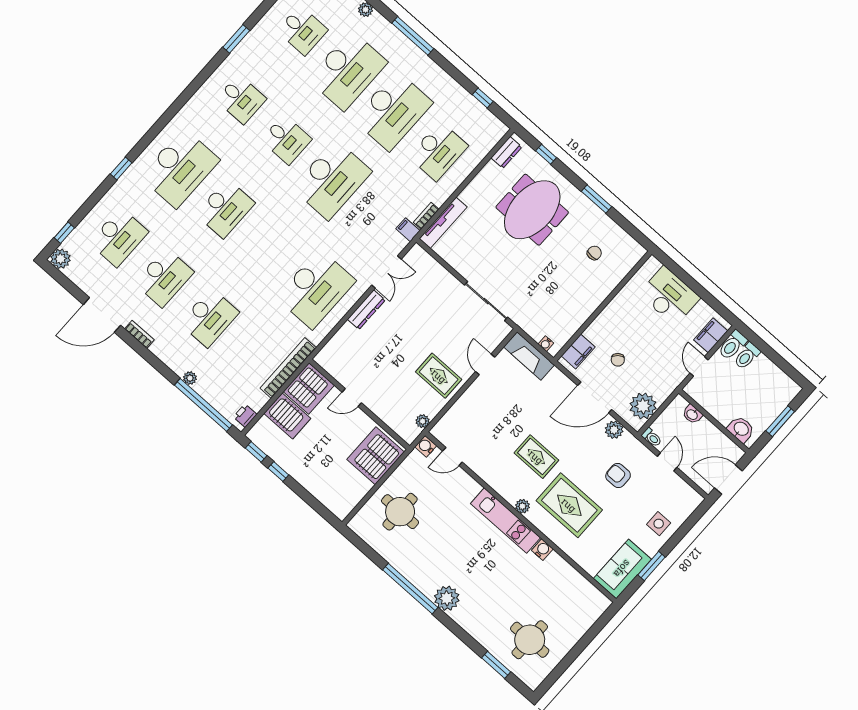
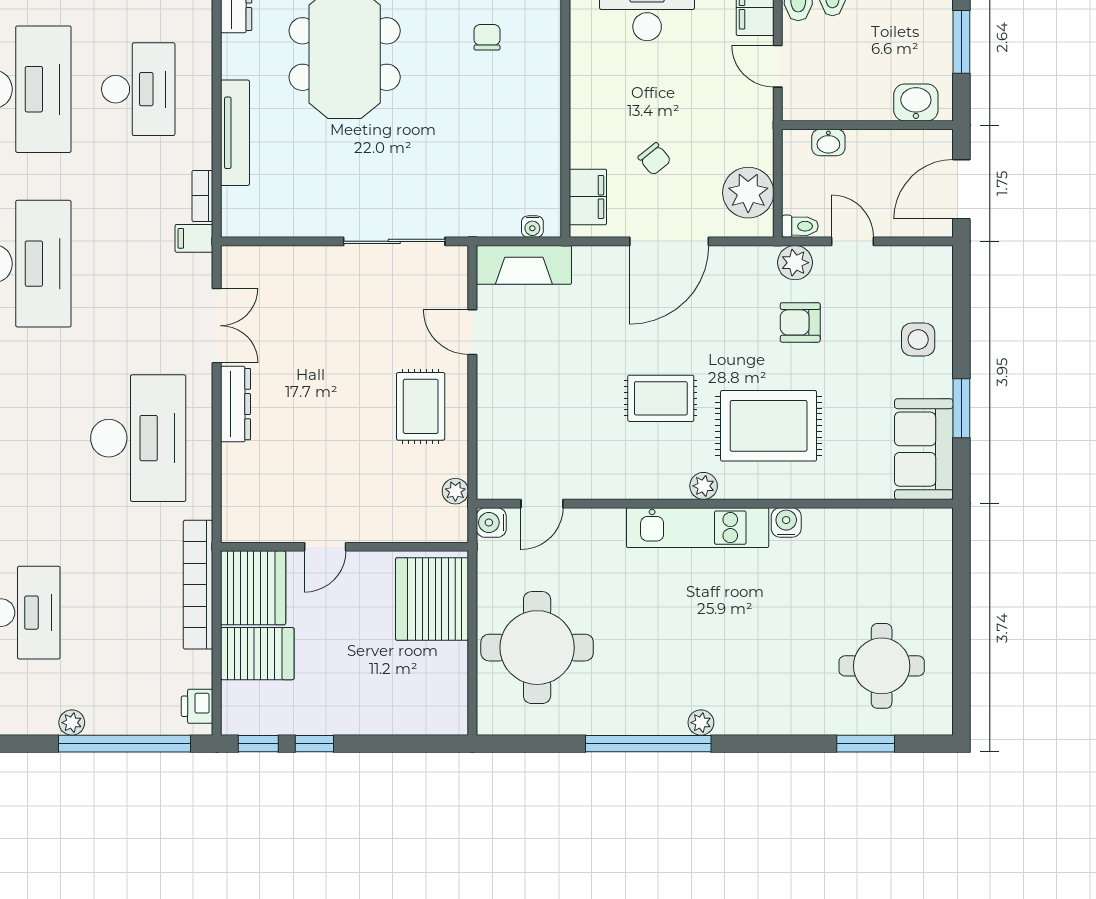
tv unit: (443, 223) -> (235, 133), moved
rug: (439, 376) -> (421, 406), turned 90
plant: (614, 430) -> (795, 263), moved
round table: (400, 512) -> (537, 648), width x1.36, depth x1.36
plant: (447, 598) -> (701, 723), width x0.53, depth x0.53

